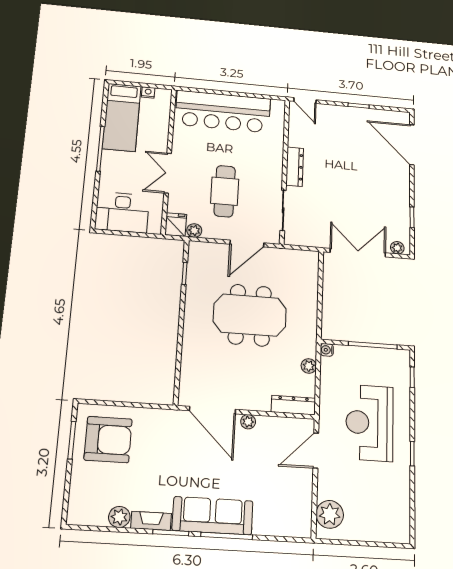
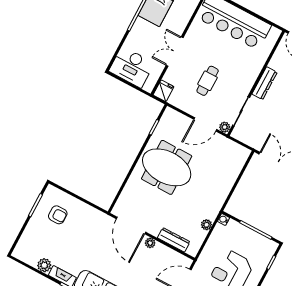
cafe table: (225, 191) -> (208, 81), width x0.73, depth x0.74
plant: (194, 230) -> (225, 127), moved
meeting table: (250, 315) -> (167, 167), moved
dresser: (293, 405) -> (174, 240), moved
armchair: (108, 440) -> (58, 215), width x0.53, depth x0.53

